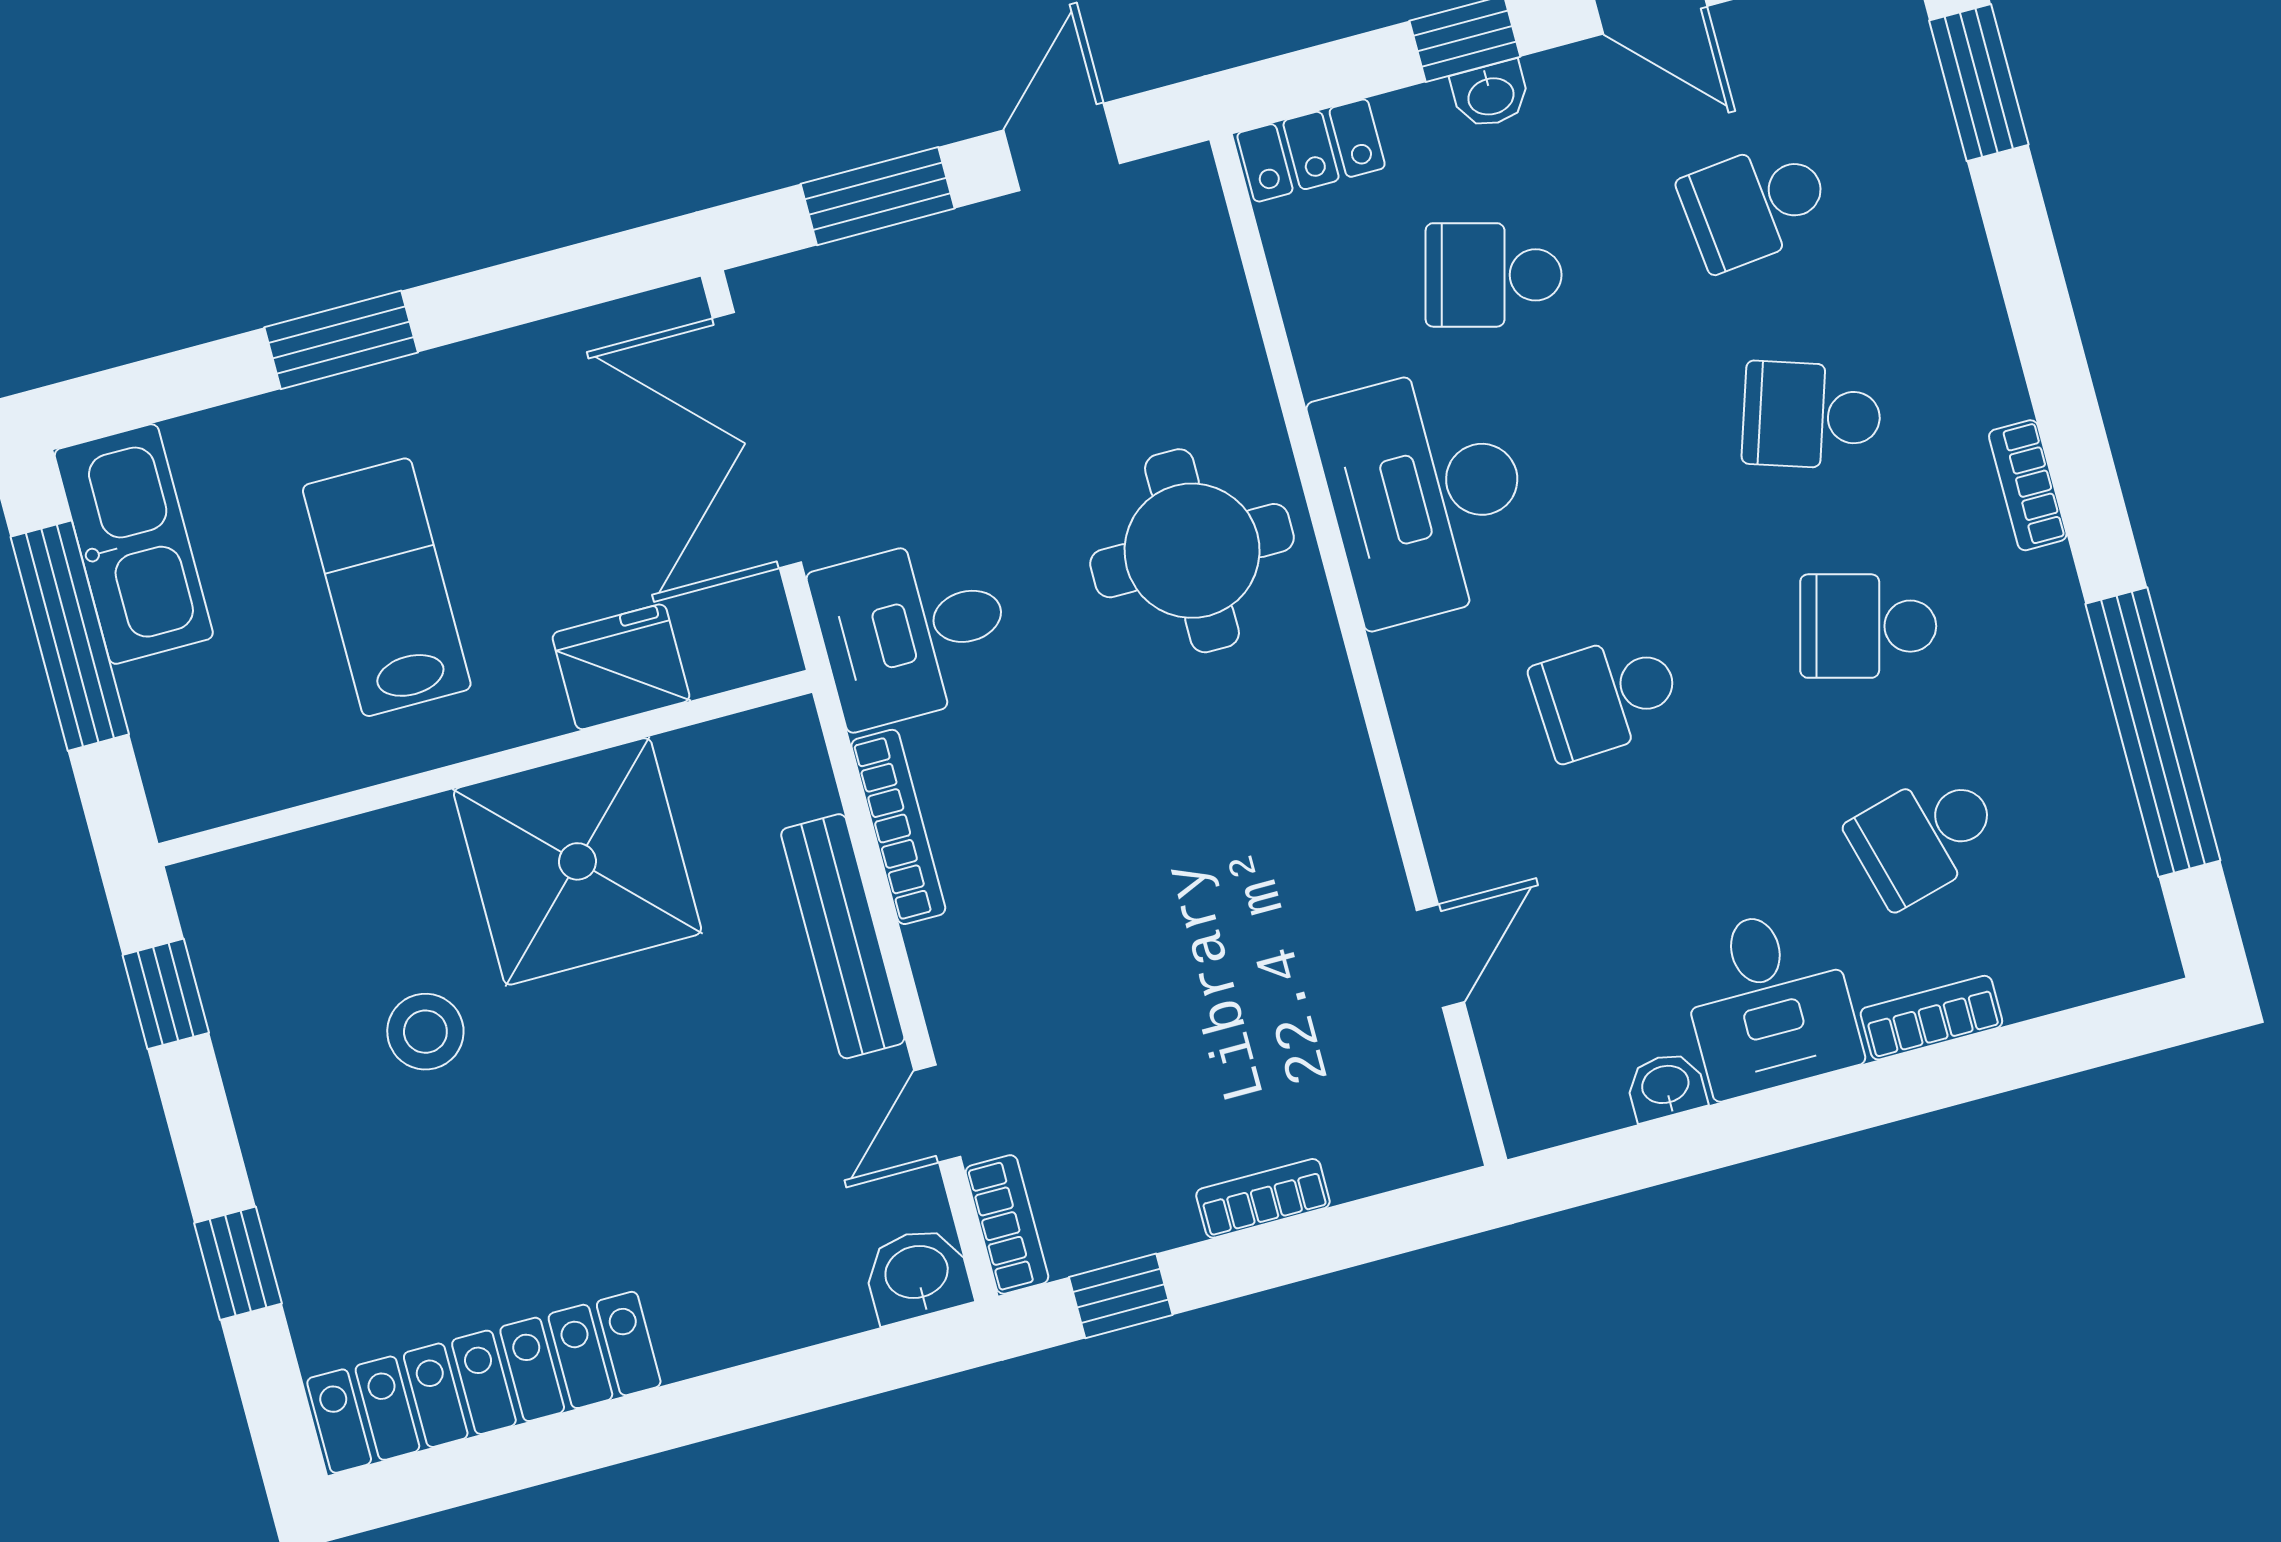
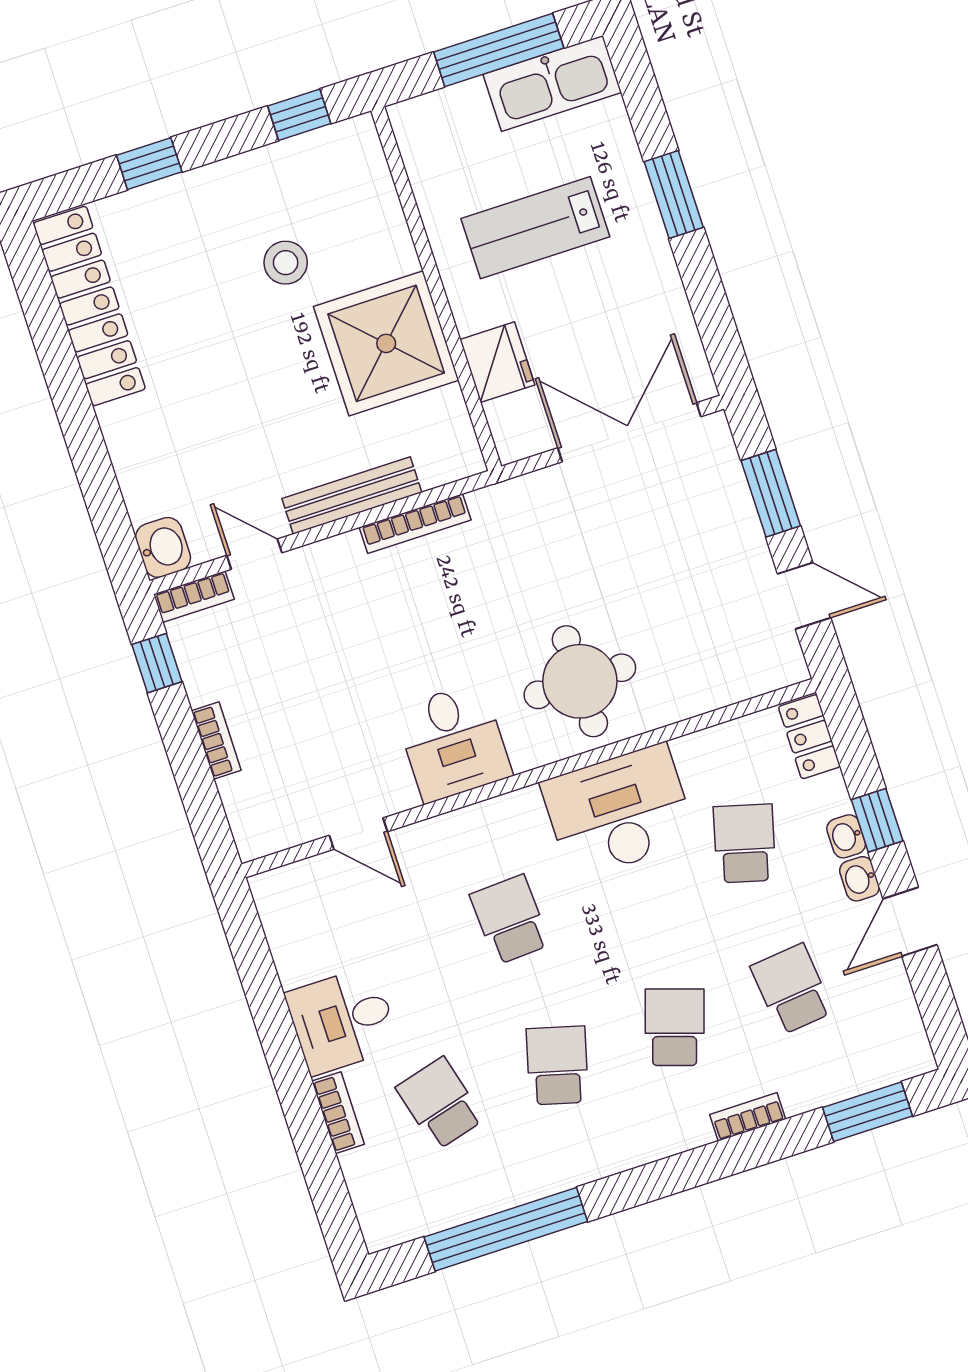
bookcase: (2028, 485) -> (748, 1117), moved
lab bench: (387, 587) -> (535, 228), turned 180
desk: (913, 631) -> (453, 742), moved, turned 180
washbasin: (1666, 1086) -> (859, 879), moved, turned 180

